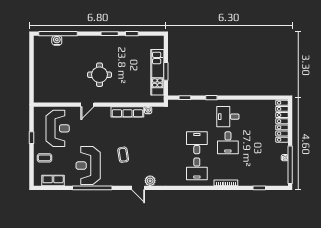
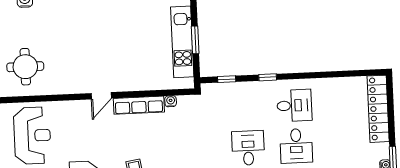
round table: (100, 75) -> (25, 67), moved
door: (87, 105) -> (101, 96), moved
desk: (228, 117) -> (294, 105), turned 180

